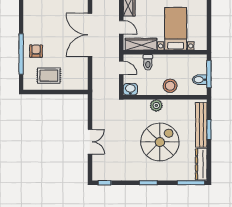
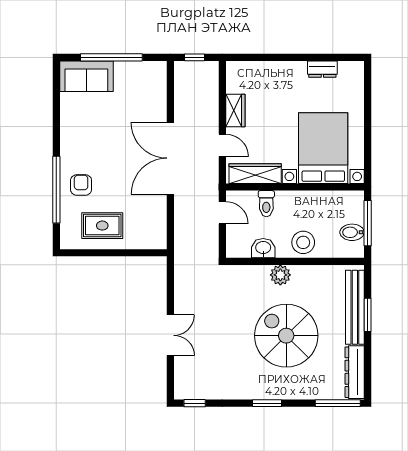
bed with nightstands: (176, 29) -> (323, 148), width x1.36
washbasin: (130, 89) -> (263, 248), moved
spiral stairs: (160, 142) -> (286, 336), turned -90

